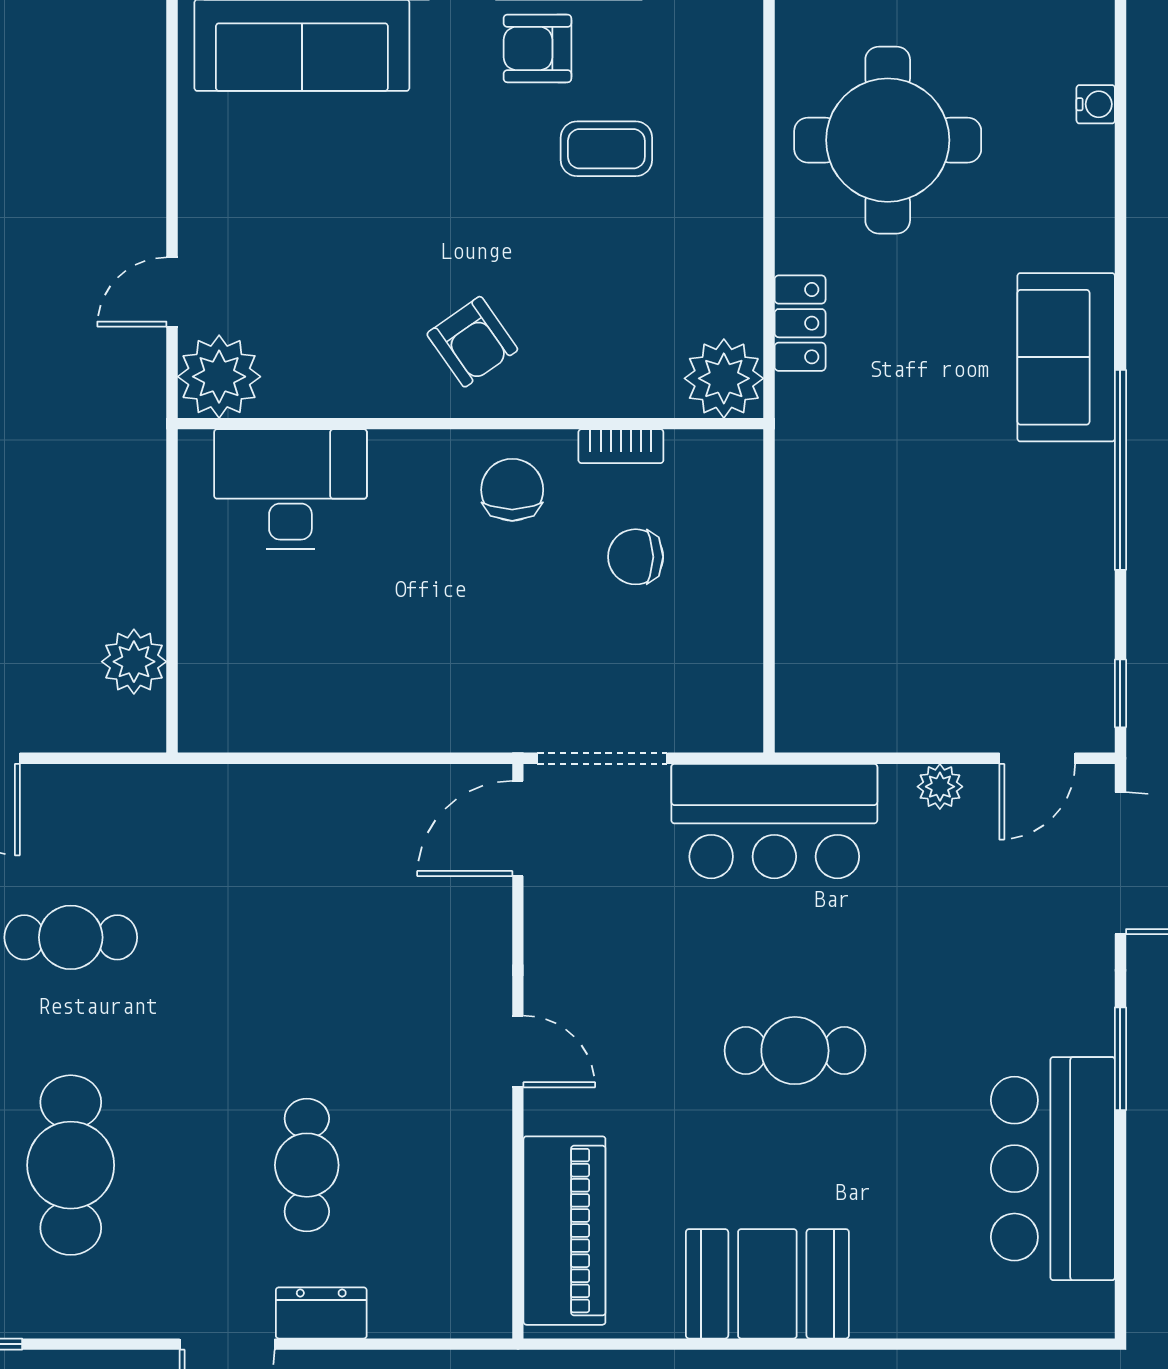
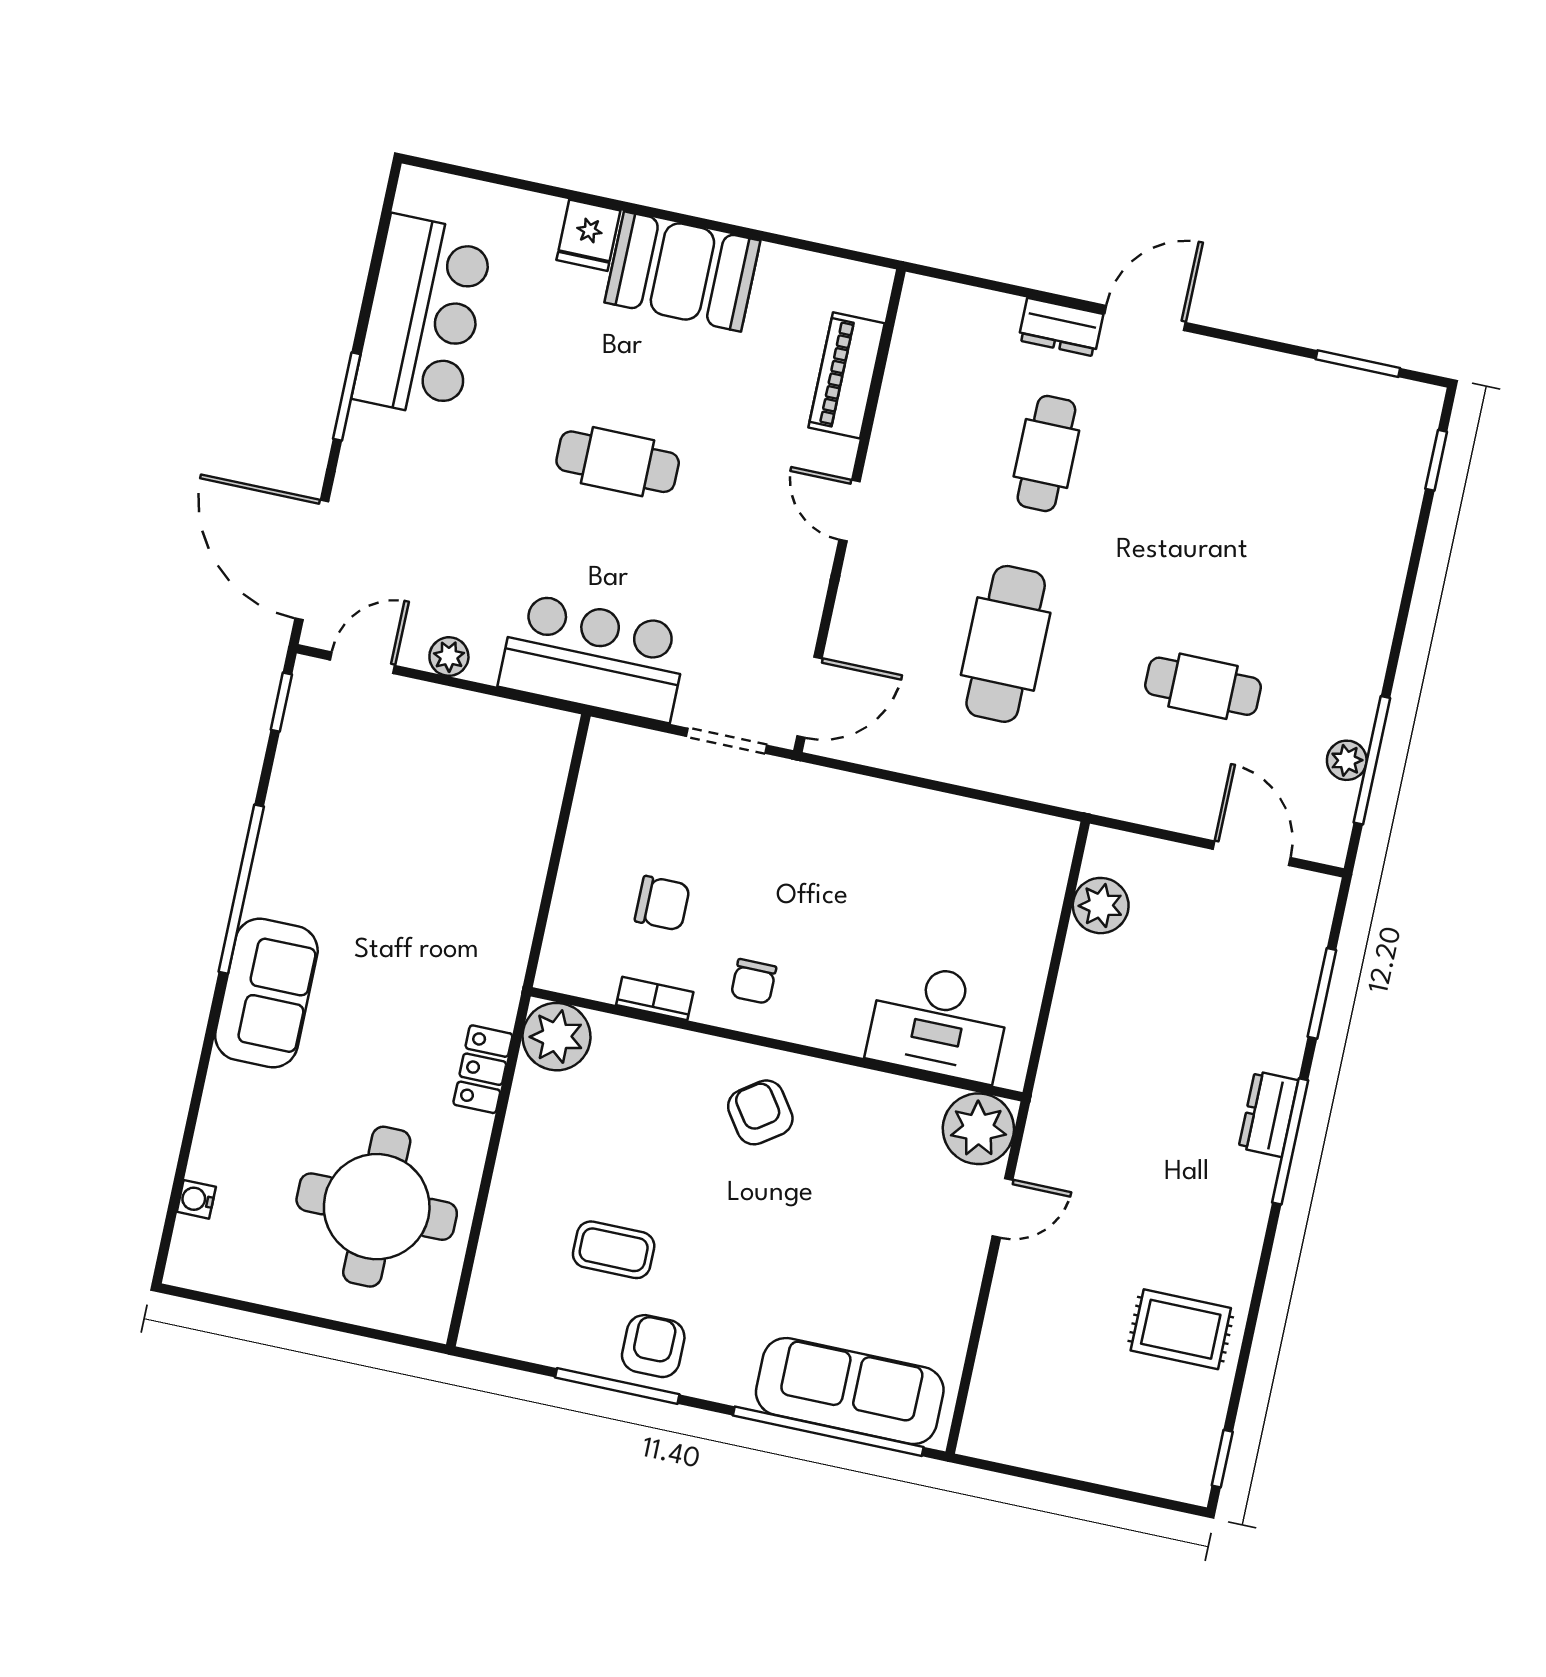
armchair: (537, 48) -> (653, 1346), turned -90
chair: (512, 490) -> (754, 981), width x0.73, depth x0.73
doorway: (602, 758) -> (726, 741), width x0.73
cafe table: (71, 1165) -> (1006, 644), moved
piano: (564, 1231) -> (847, 375), width x0.73, depth x0.75
fridge: (884, 1302) -> (588, 235), added

